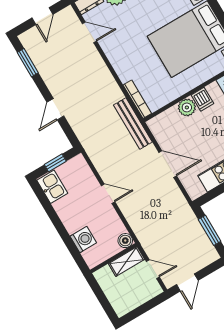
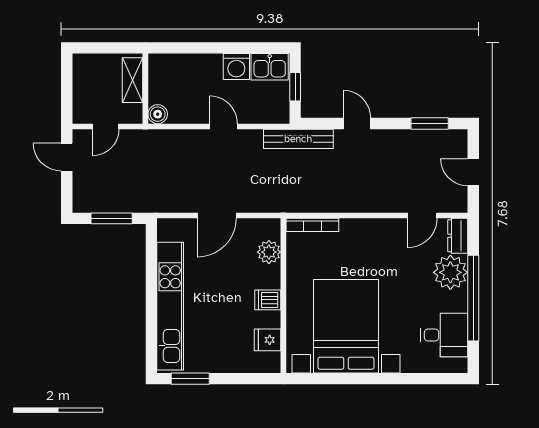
plant: (187, 107) -> (269, 252), moved
bench: (133, 124) -> (298, 139), moved
door: (108, 194) -> (223, 126), swing flipped
washing machine: (83, 240) -> (236, 67), moved
shelving: (127, 262) -> (133, 80), moved

